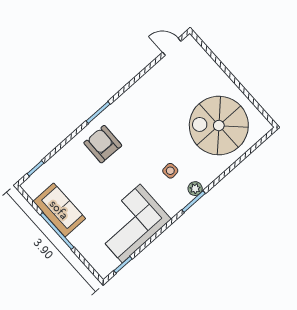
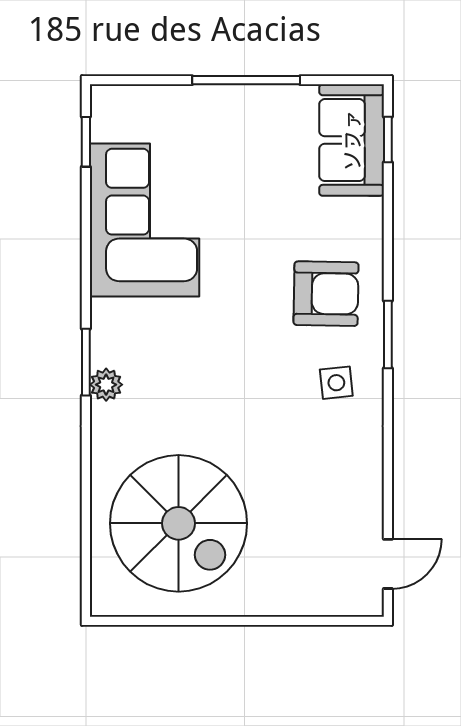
spiral stairs: (219, 126) -> (179, 523), turned 90
side table: (170, 171) -> (336, 383), moved
sofa: (59, 210) -> (352, 140), moved, turned 90

